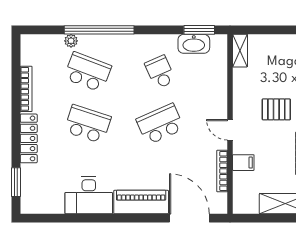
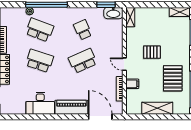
washbasin: (194, 44) -> (113, 13), moved

